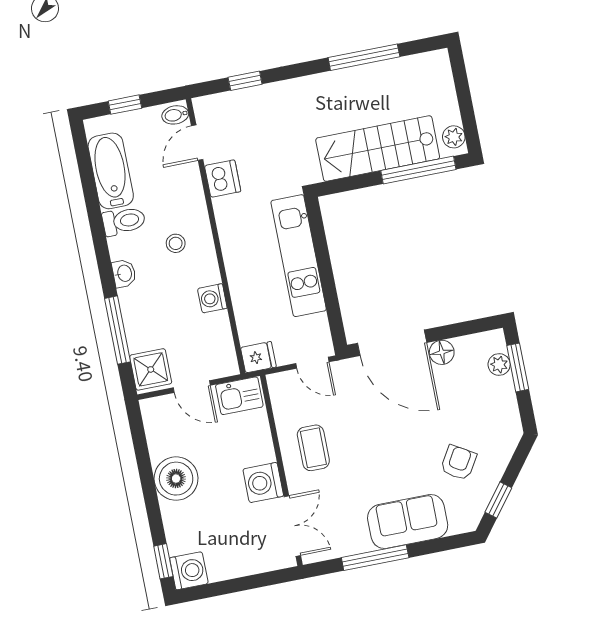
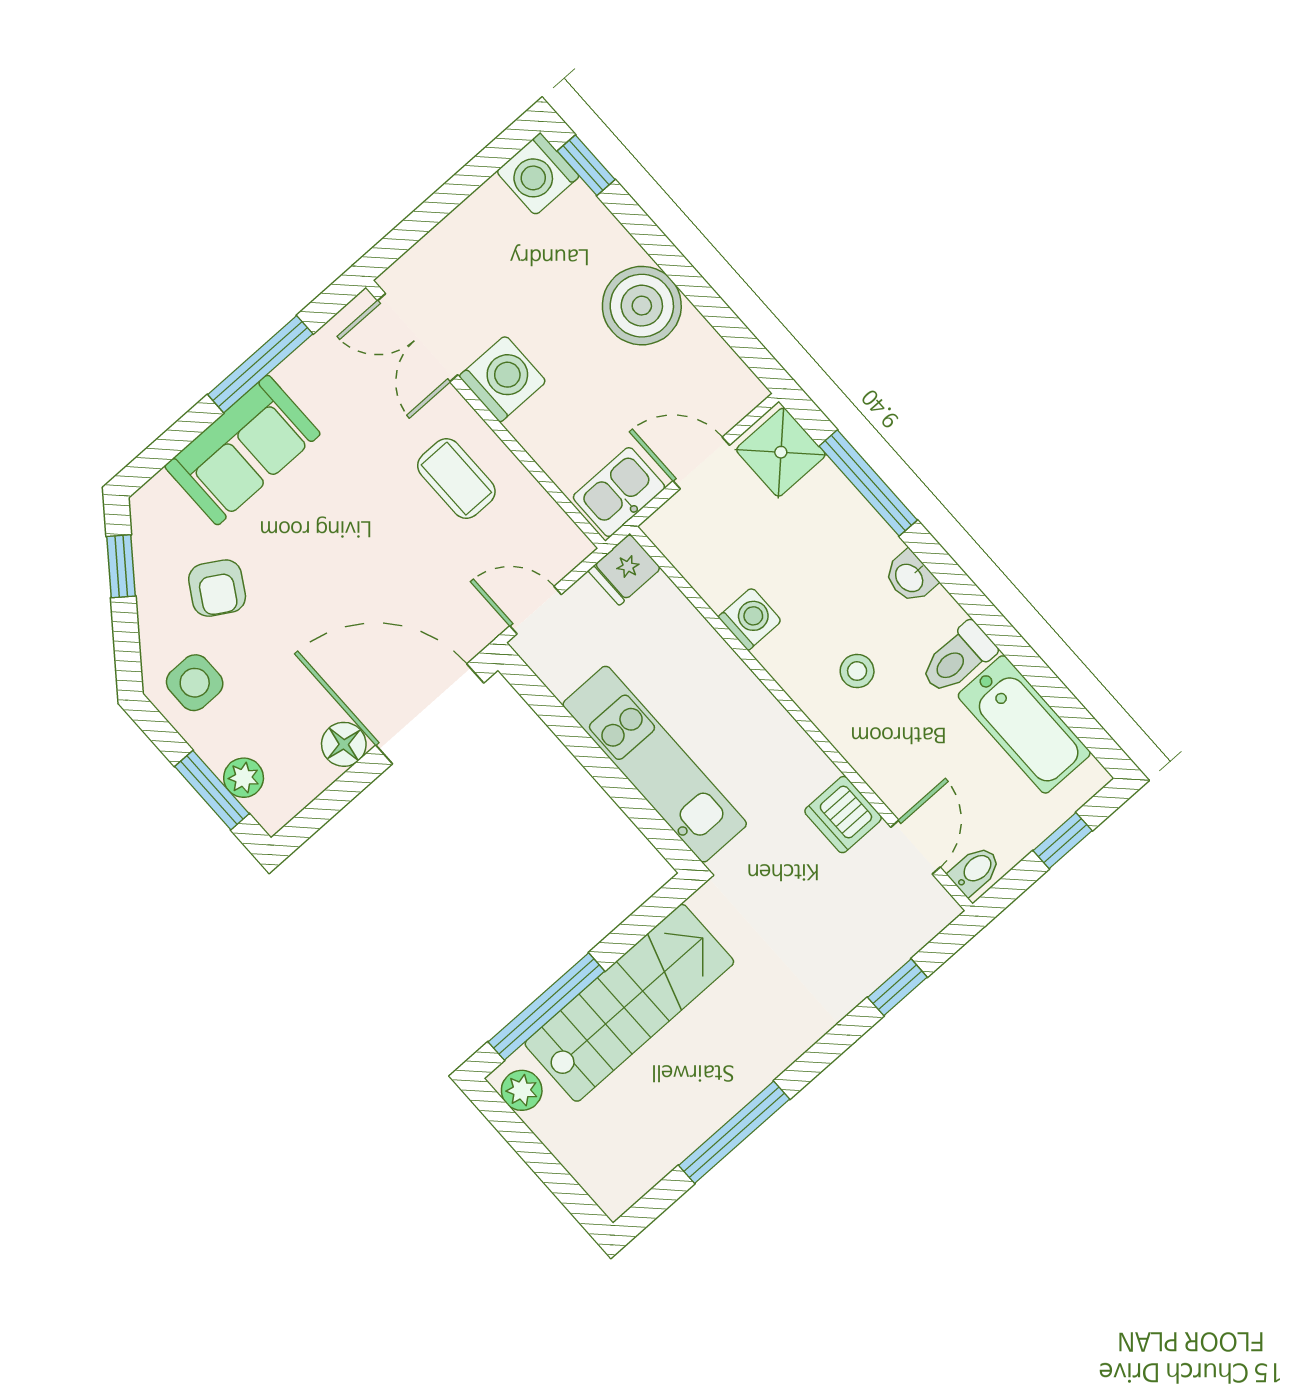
side table: (496, 424) -> (195, 683), added

